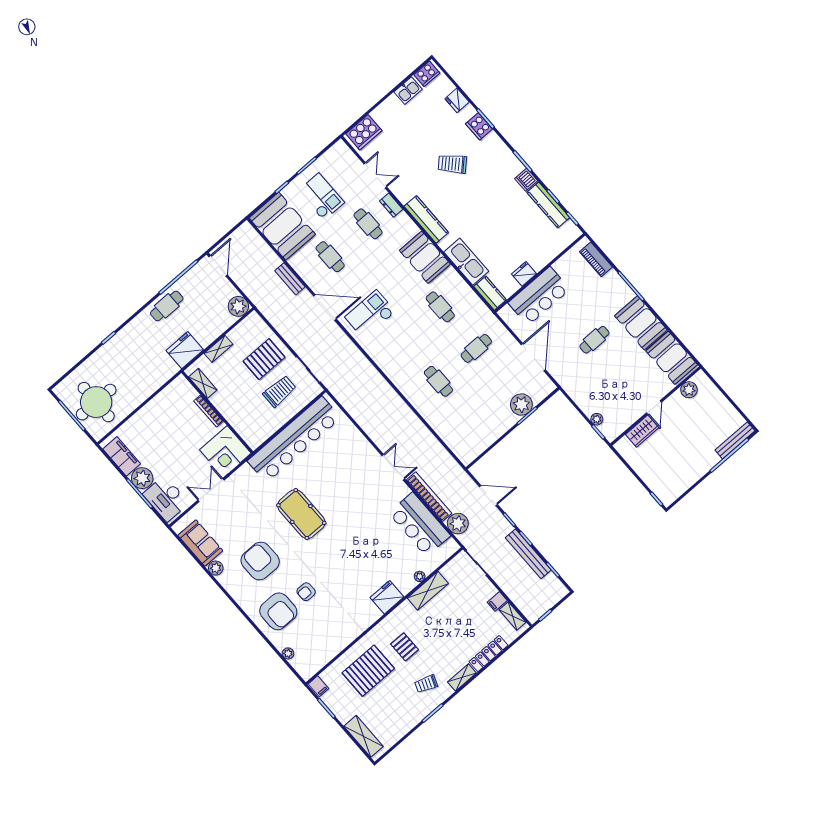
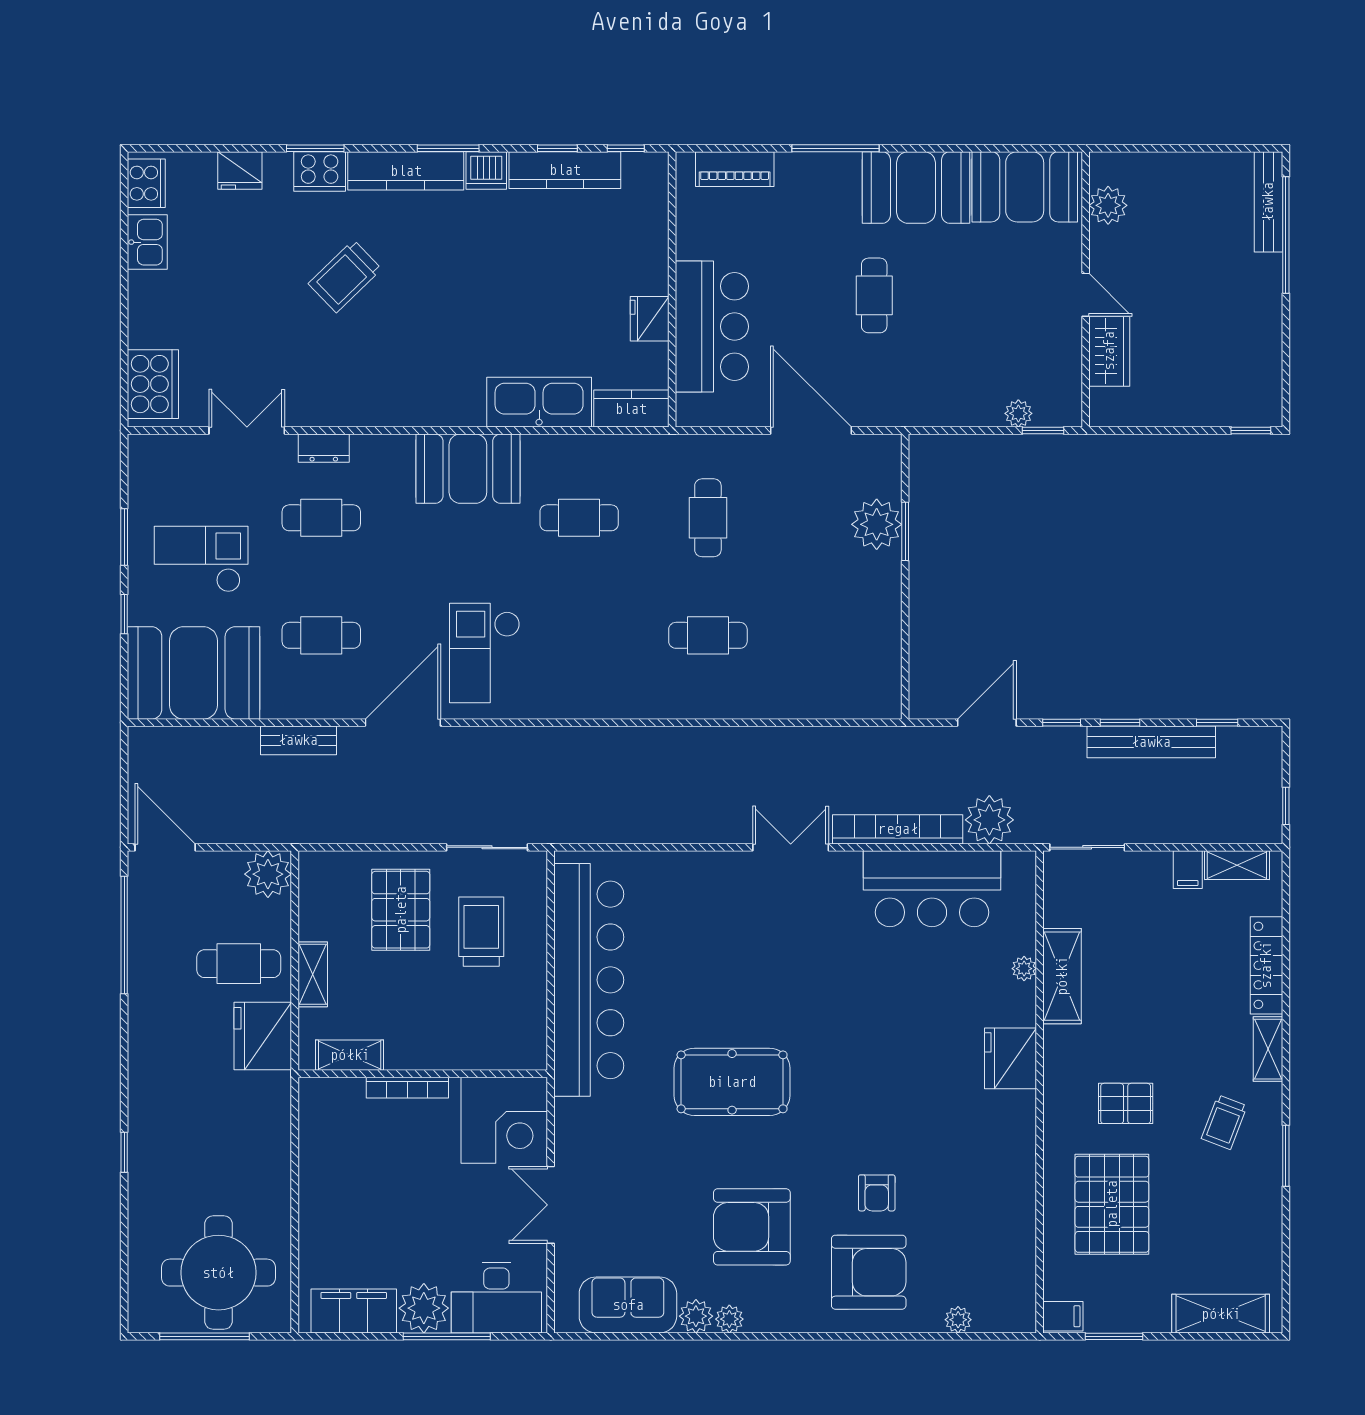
kitchen counter: (426, 219) -> (406, 171), moved, turned 180
cafe table: (167, 306) -> (239, 964), moved, turned 90
plant: (224, 580) -> (729, 1319), added

